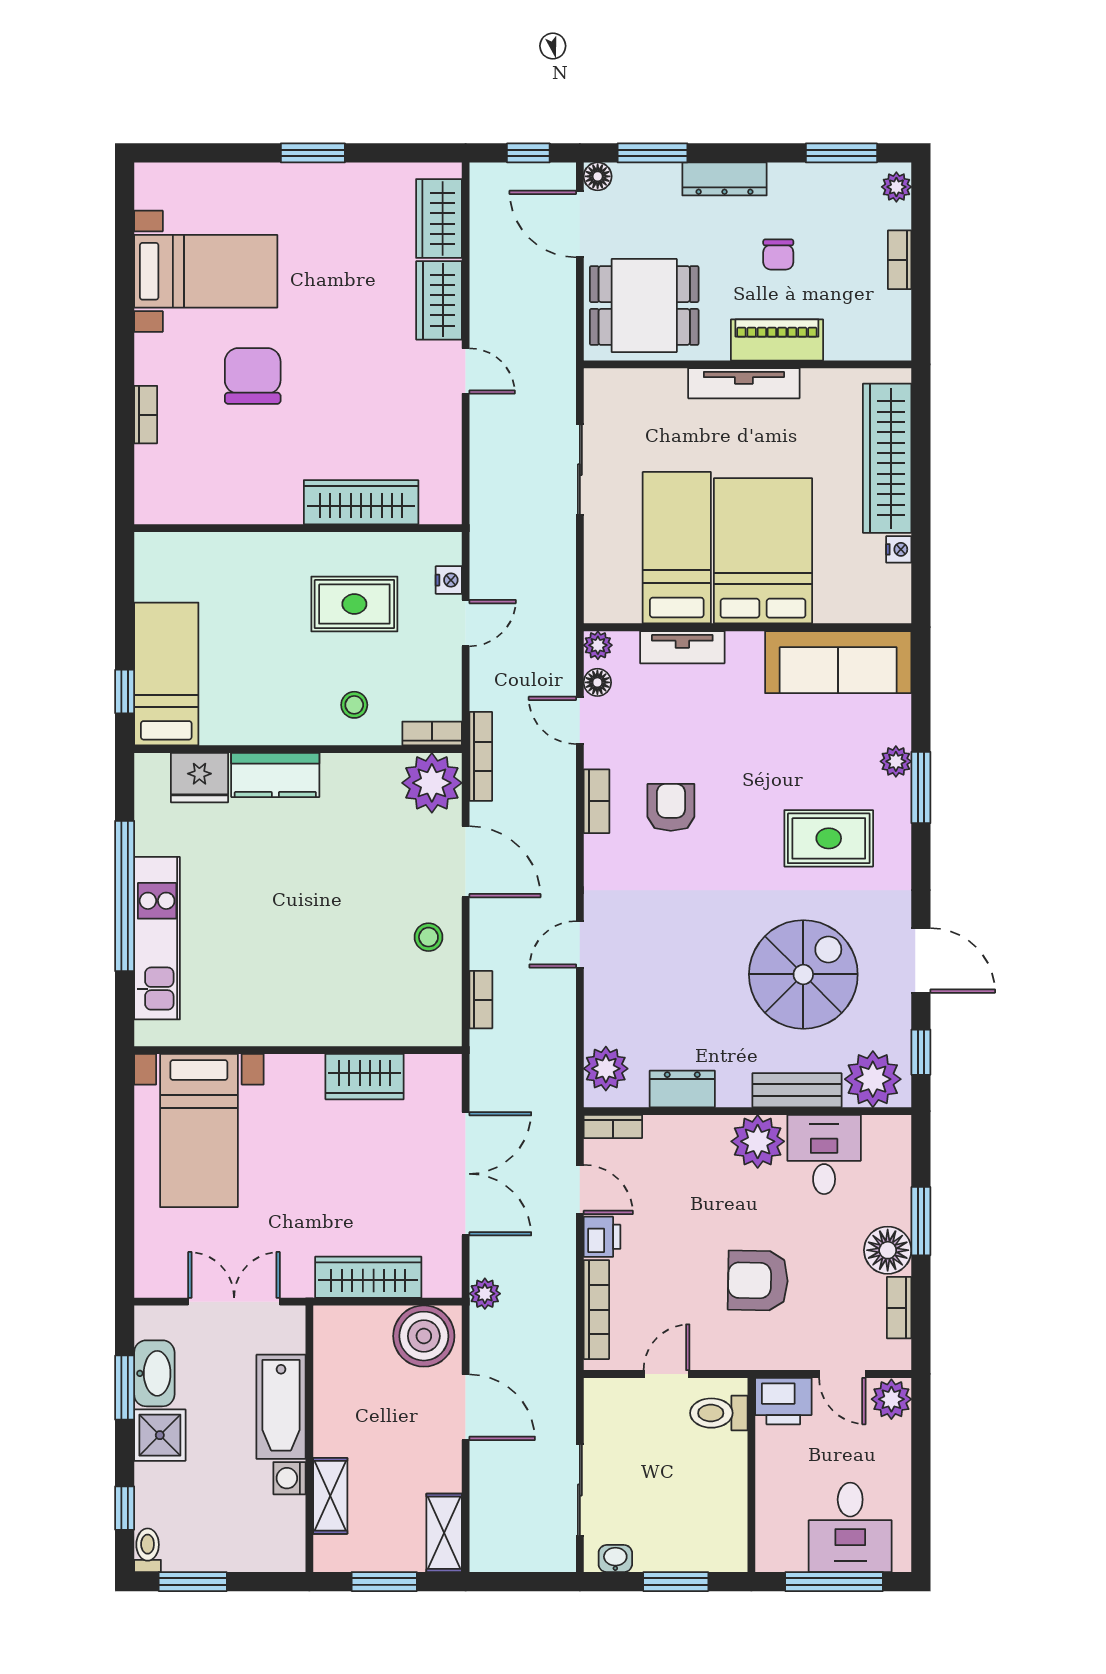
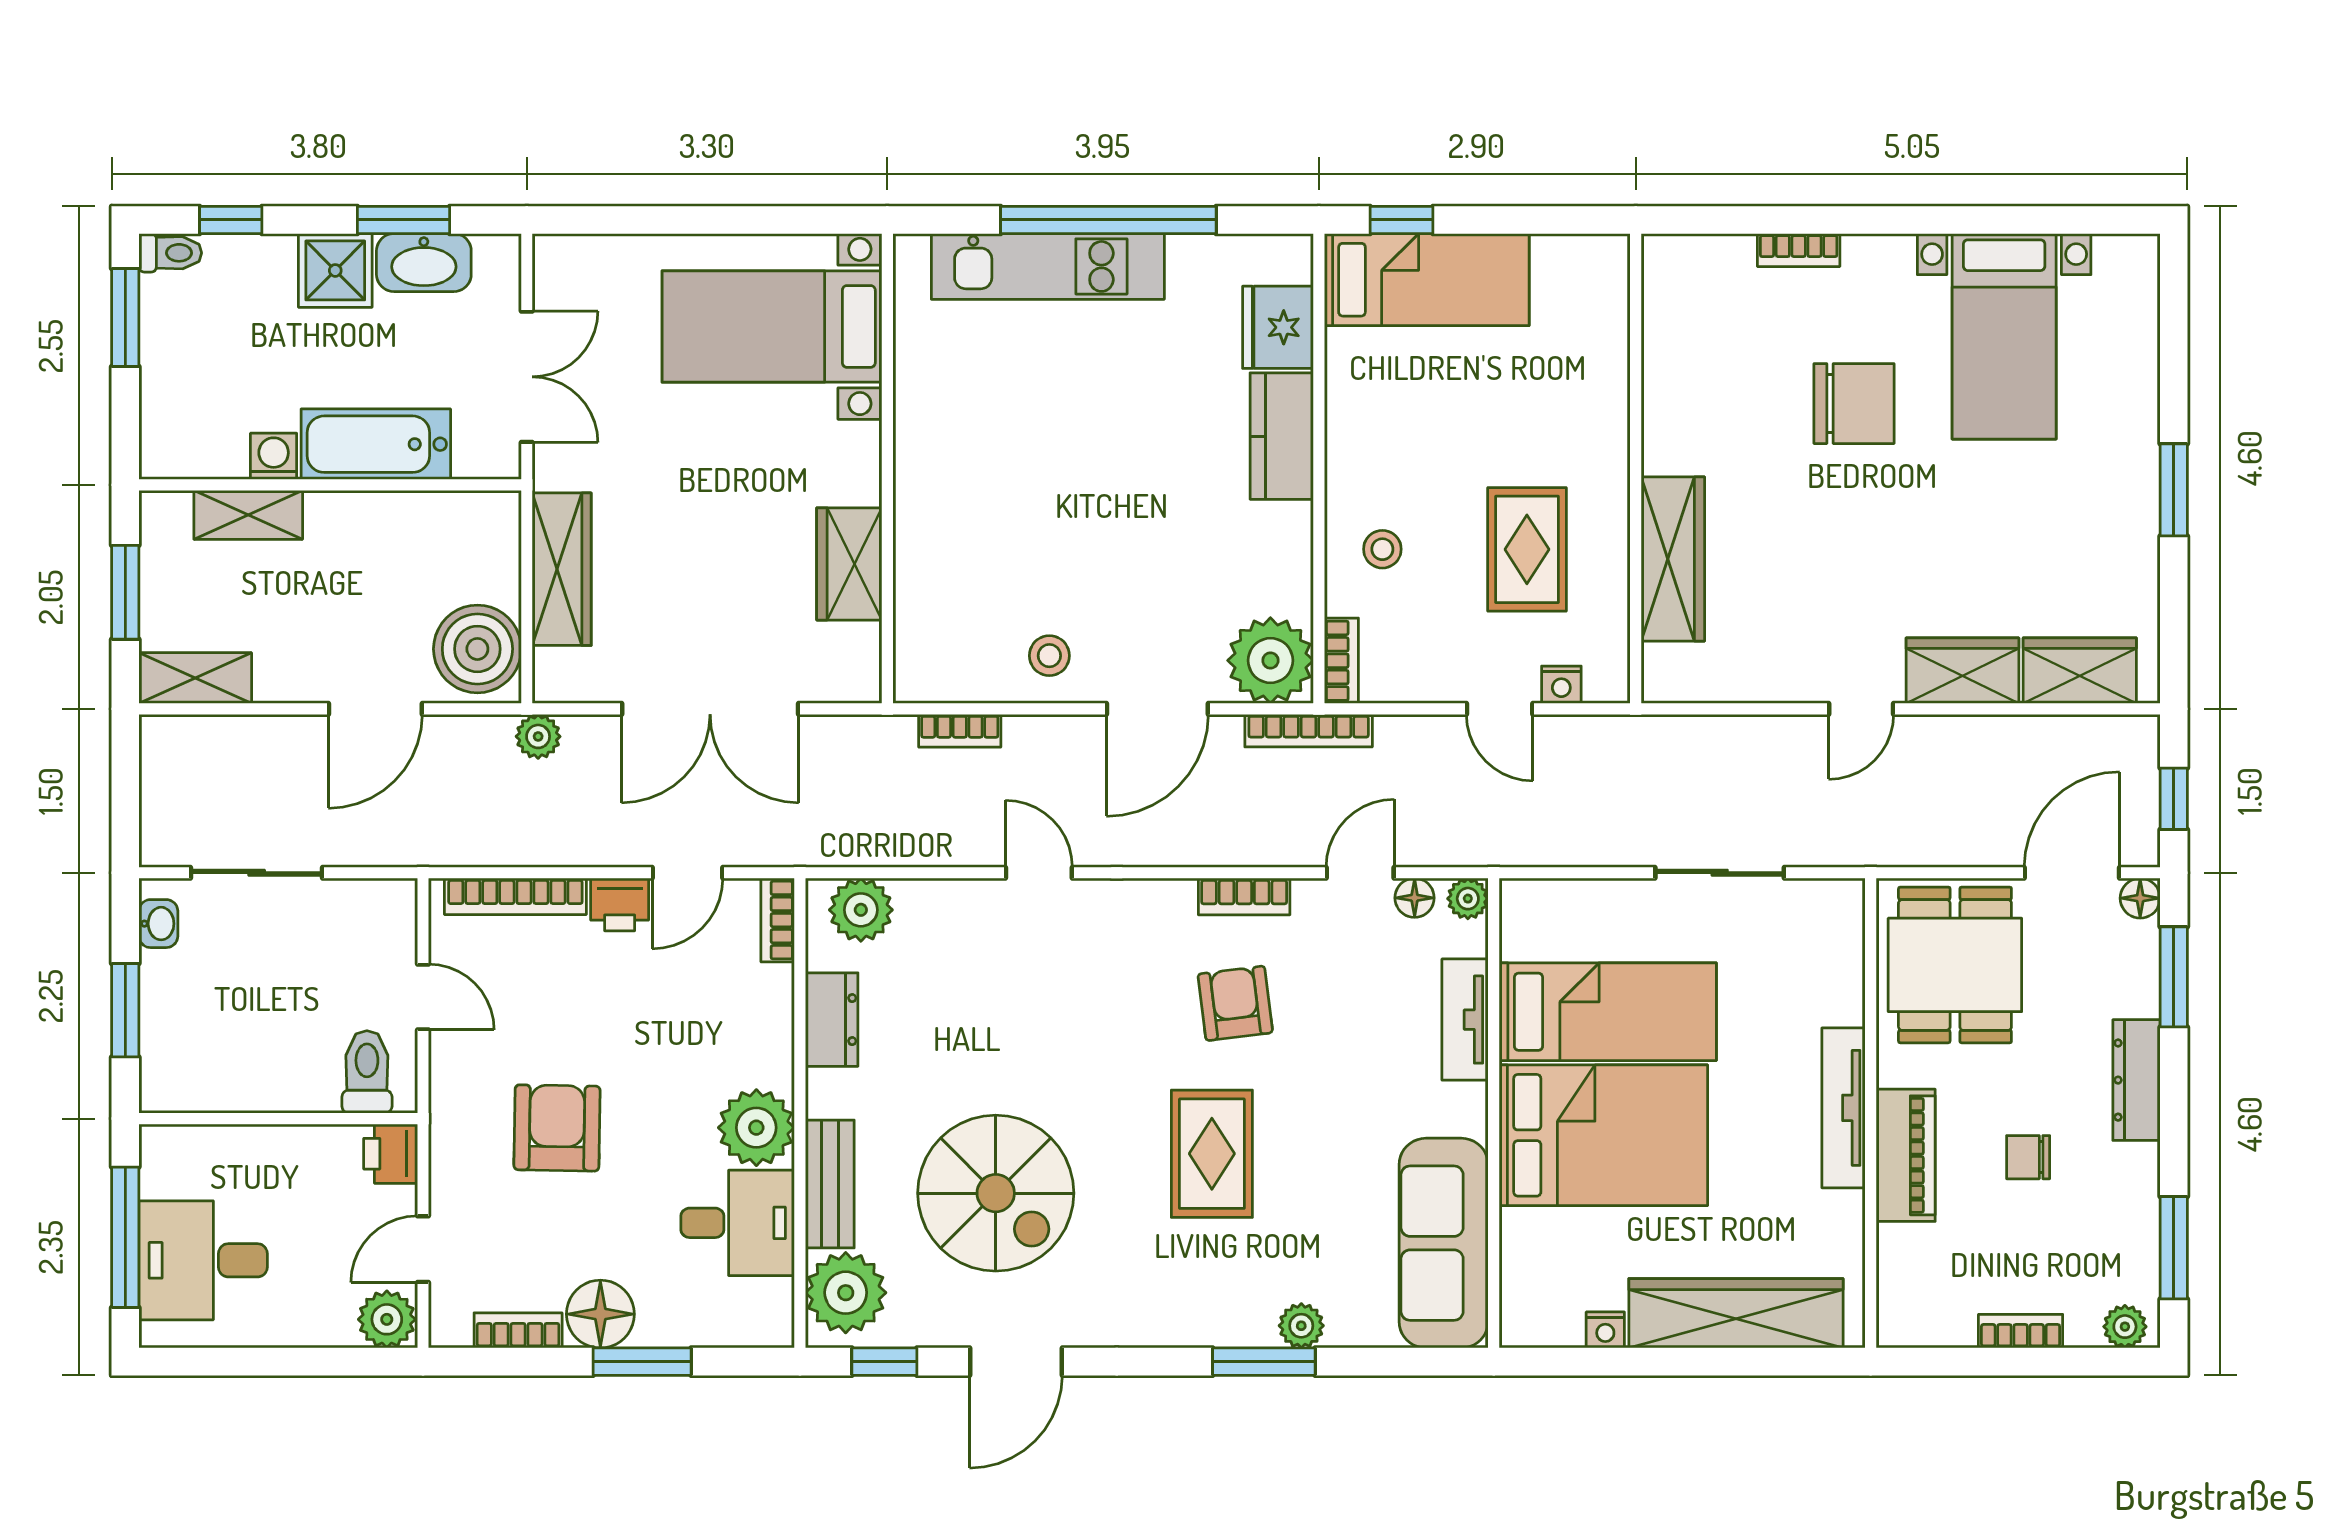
armchair: (671, 807) -> (1235, 1003), turned -97
rug: (829, 838) -> (1212, 1154), moved
printer: (783, 1401) -> (391, 1154), width x0.73, depth x0.81

